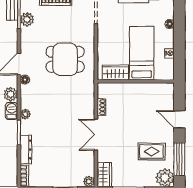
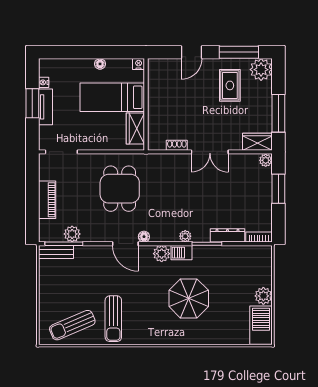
floor lamp: (170, 24) -> (100, 64), moved
nightstand: (170, 53) -> (139, 64), moved

